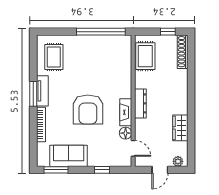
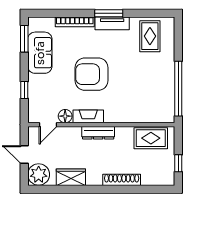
shoe rack: (183, 52) -> (122, 180), moved
rug: (54, 57) -> (150, 36), turned 90
plant: (178, 161) -> (39, 174), width x1.88, depth x1.88

